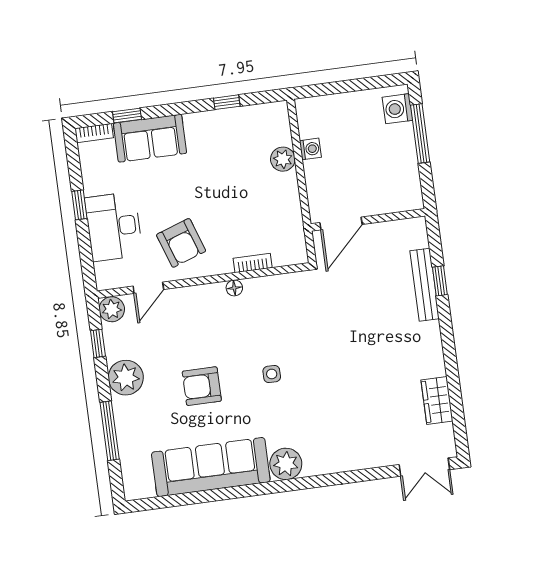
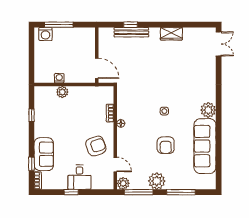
desk: (114, 227) -> (79, 177), width x0.73
window: (98, 343) -> (139, 192), width x2.17
wardrobe: (437, 400) -> (171, 34), moved

